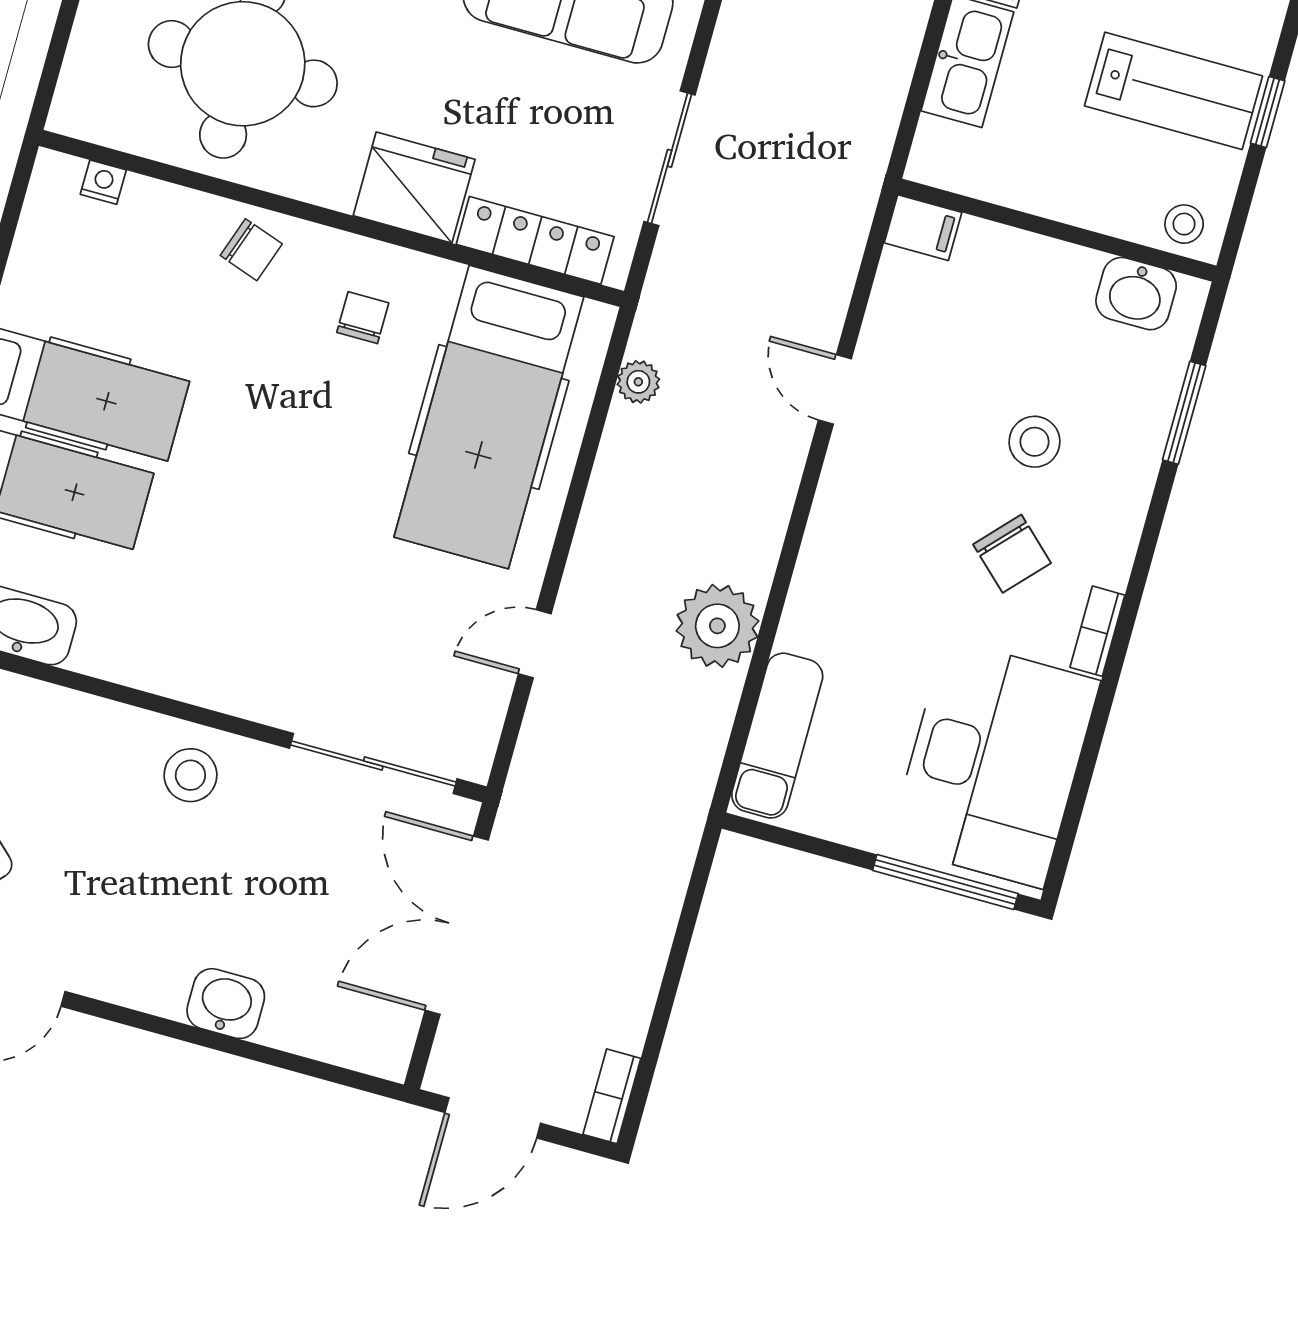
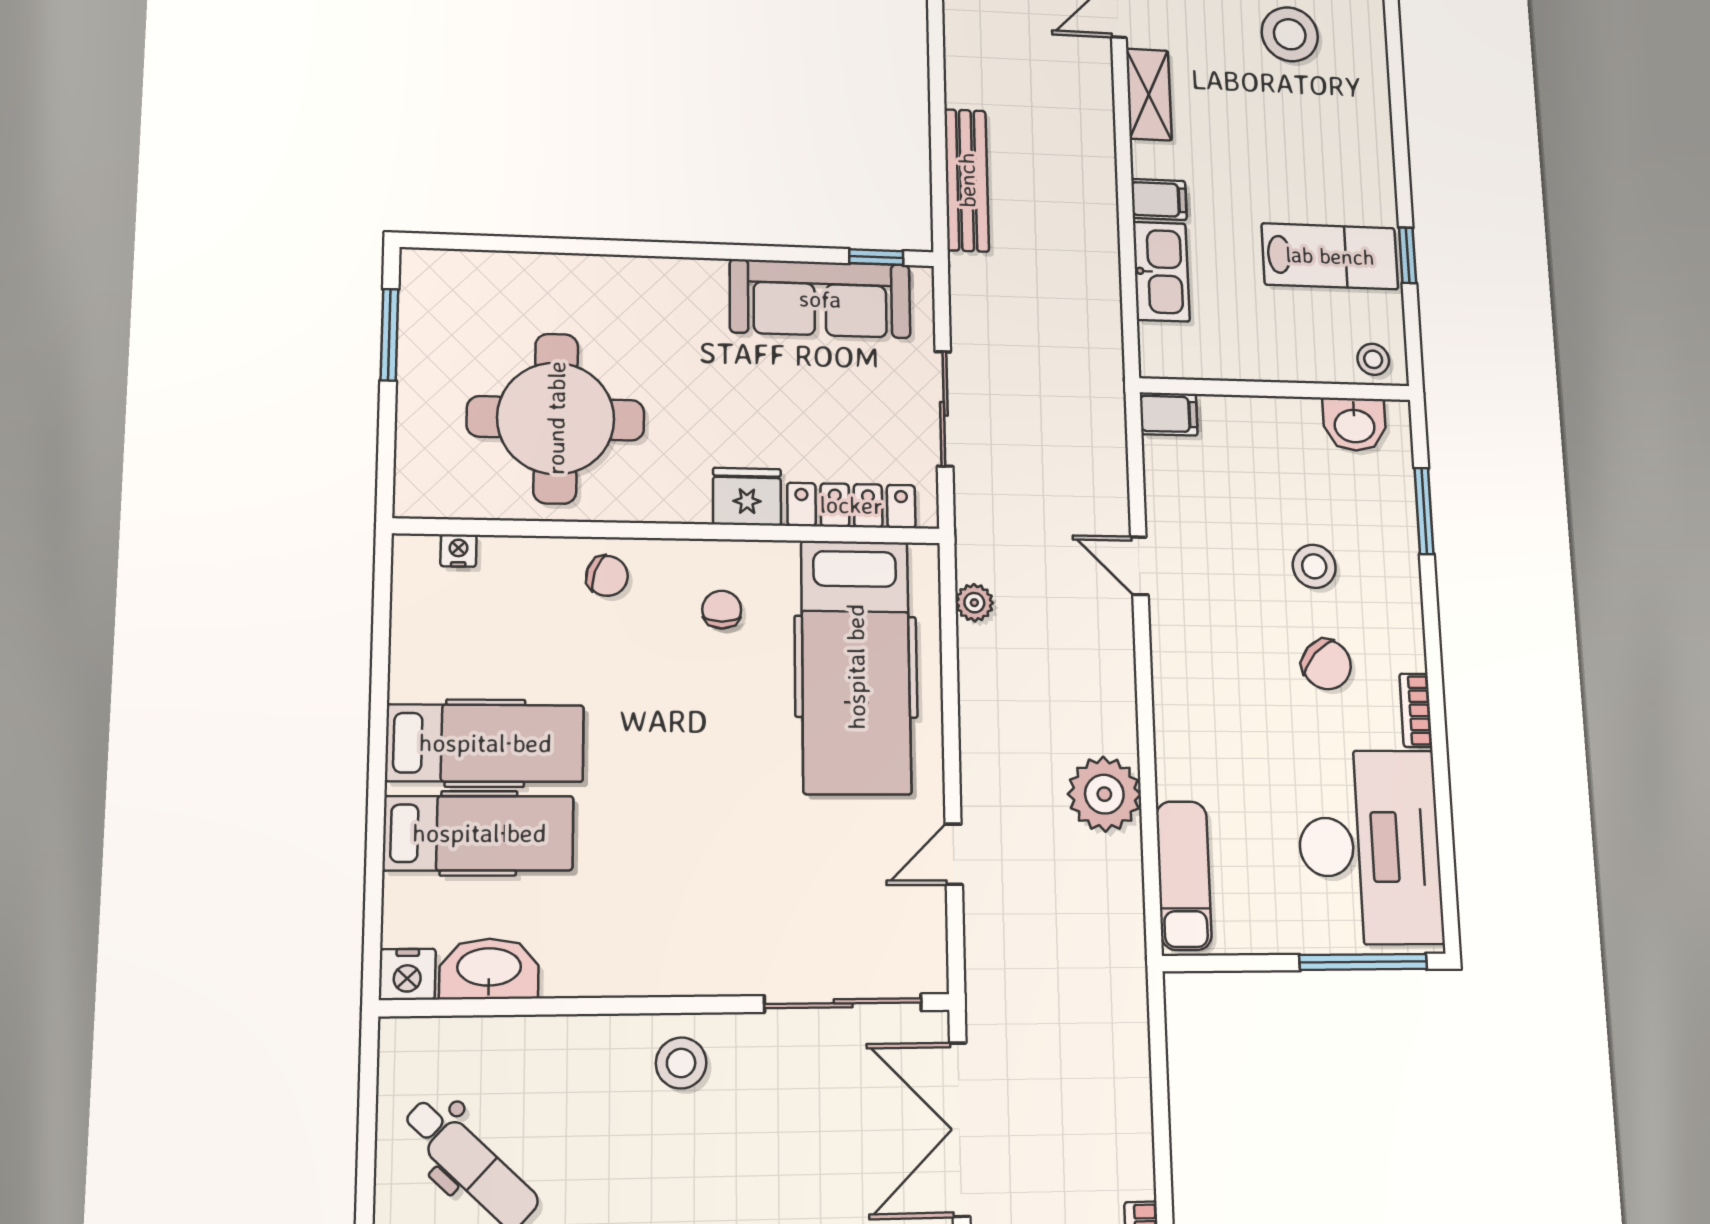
fridge: (414, 187) -> (747, 497), width x0.73, depth x0.75

